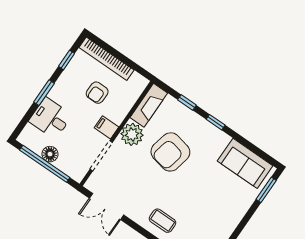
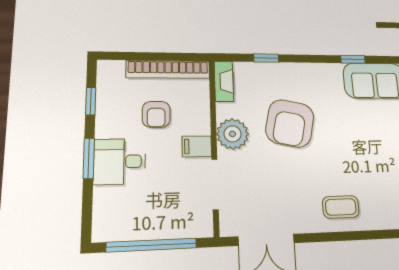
bookcase: (106, 59) -> (168, 69), moved
fireplace: (149, 105) -> (224, 81), width x0.73, depth x0.76
desk: (50, 118) -> (120, 162), moved
window: (216, 122) -> (353, 59), moved
floor lamp: (50, 154) -> (150, 228), removed

